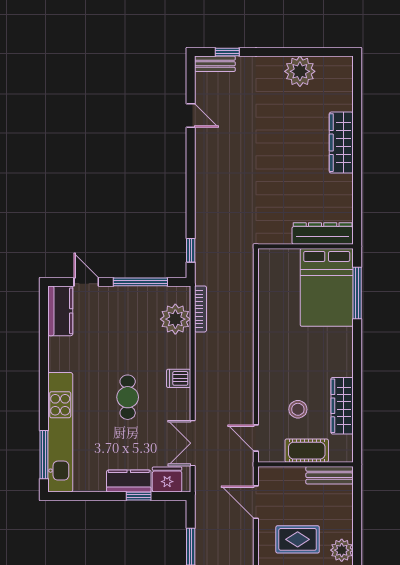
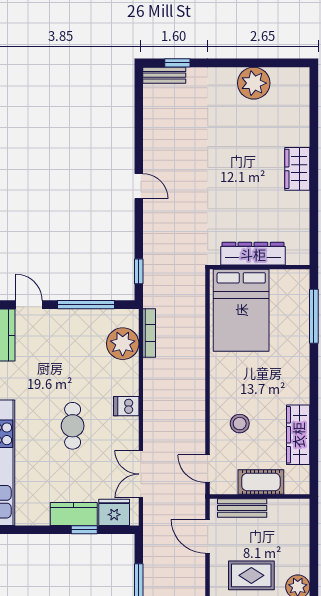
door: (191, 115) -> (139, 186), moved
wardrobe: (341, 143) -> (297, 169), width x0.67
dresser: (323, 233) -> (253, 254), moved
bed: (327, 287) -> (241, 310), moved
stool: (298, 409) -> (240, 424), moved
bench: (329, 475) -> (242, 508), moved

